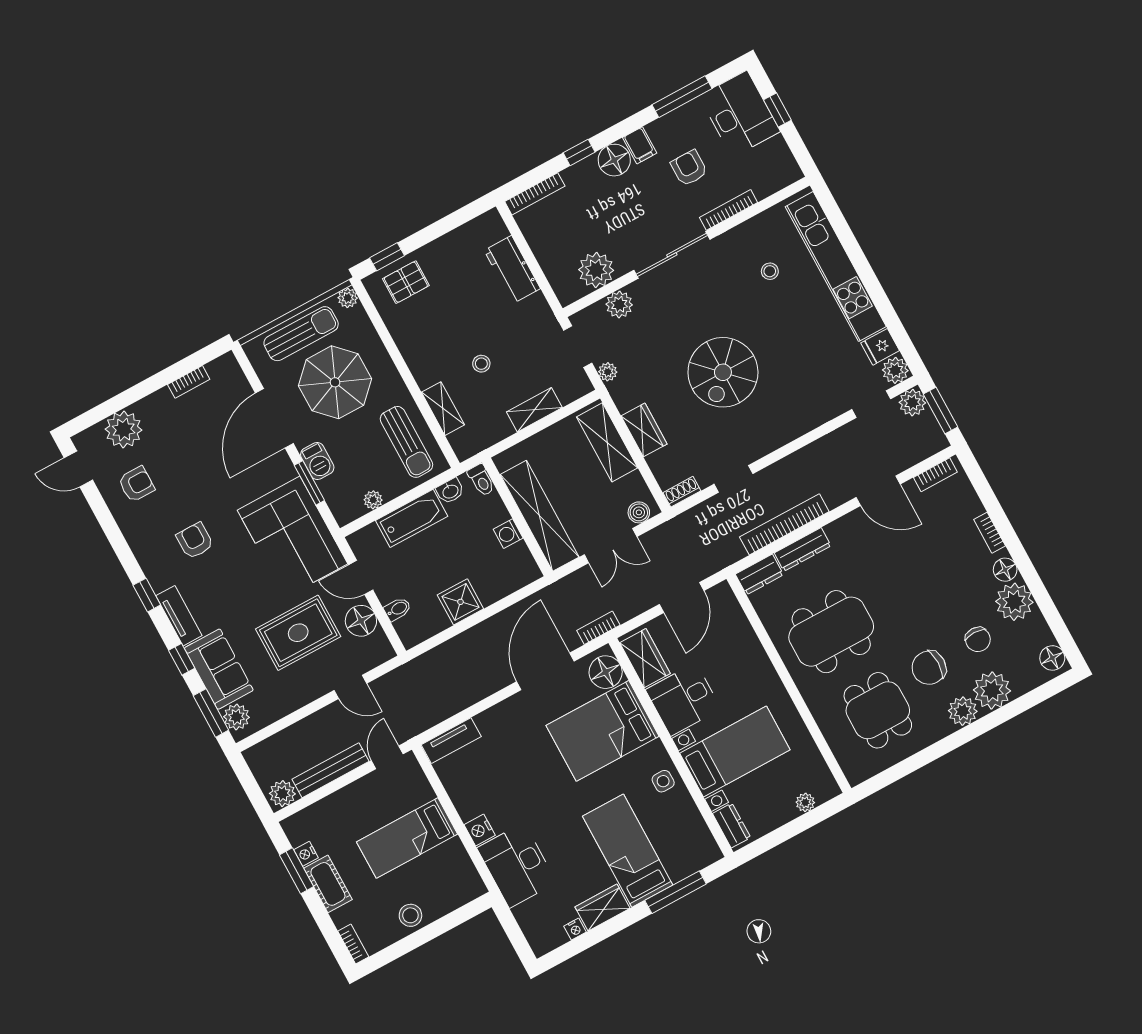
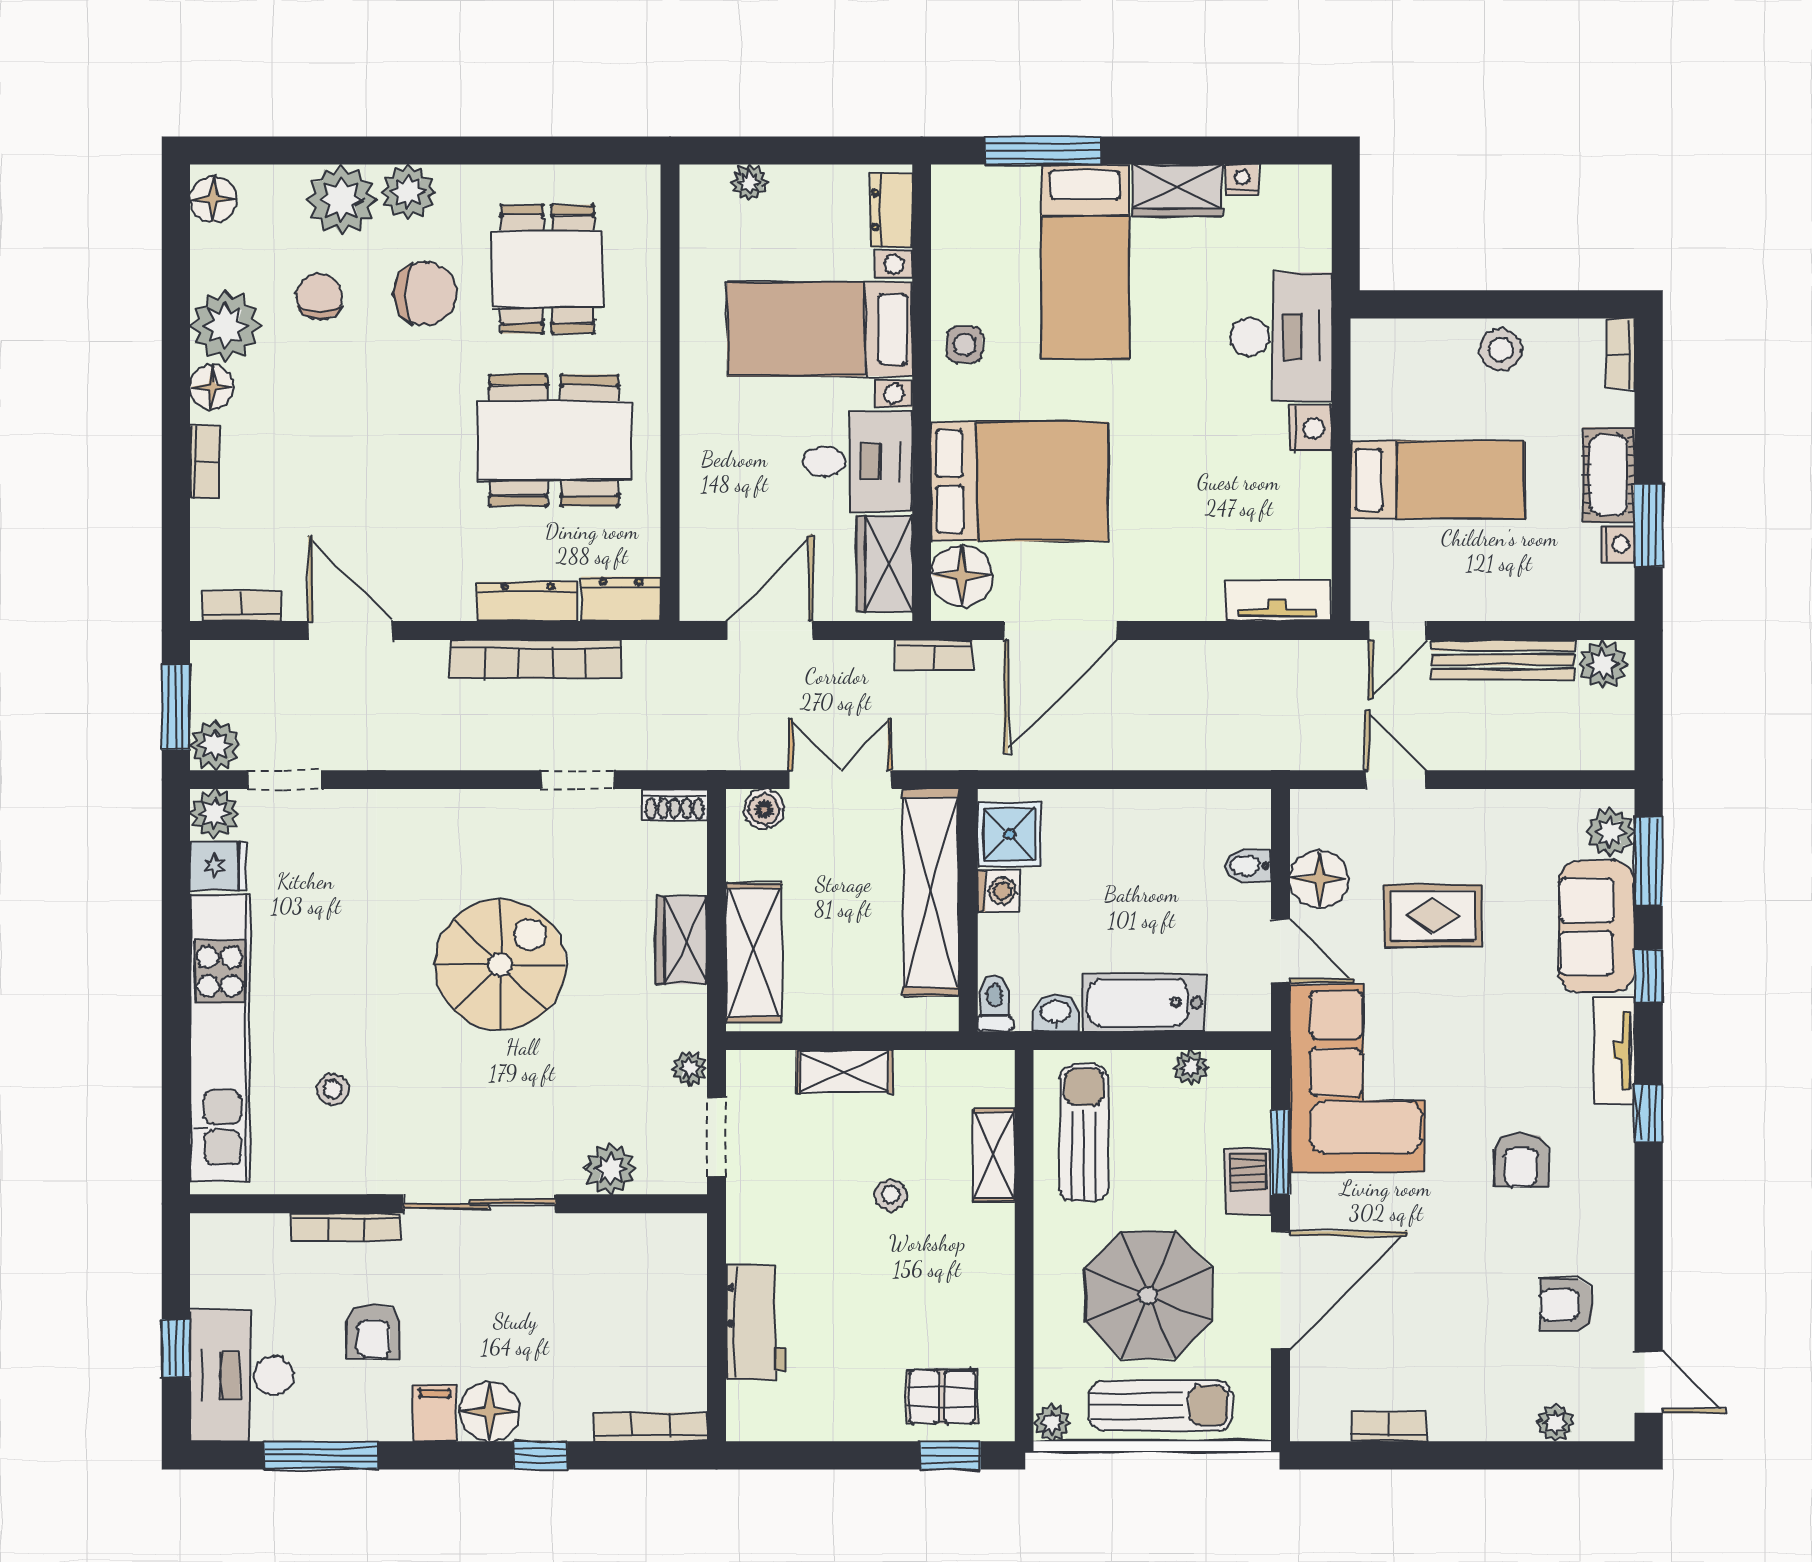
plant: (596, 270) -> (618, 1247), removed
sun lounger: (301, 334) -> (1161, 1406), turned 180
plant: (124, 430) -> (1555, 1423), width x0.53, depth x0.53
shower: (460, 602) -> (1010, 834), moved
rug: (298, 633) -> (1433, 916), width x0.73, depth x0.70

